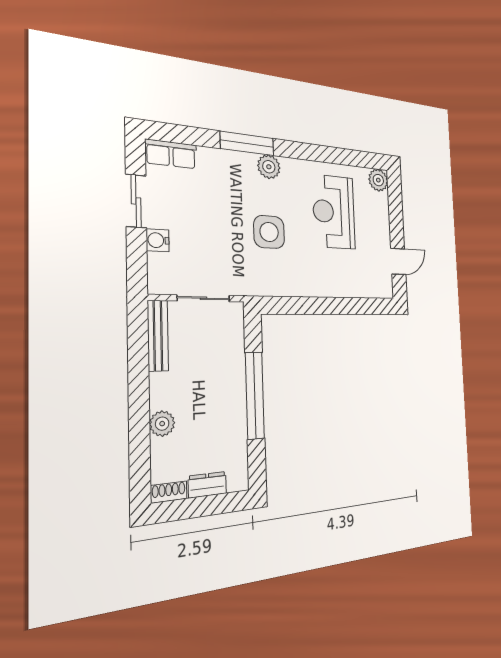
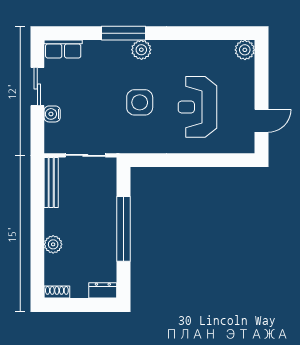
reception desk: (334, 212) -> (197, 107), moved
dresser: (207, 485) -> (103, 290), moved

